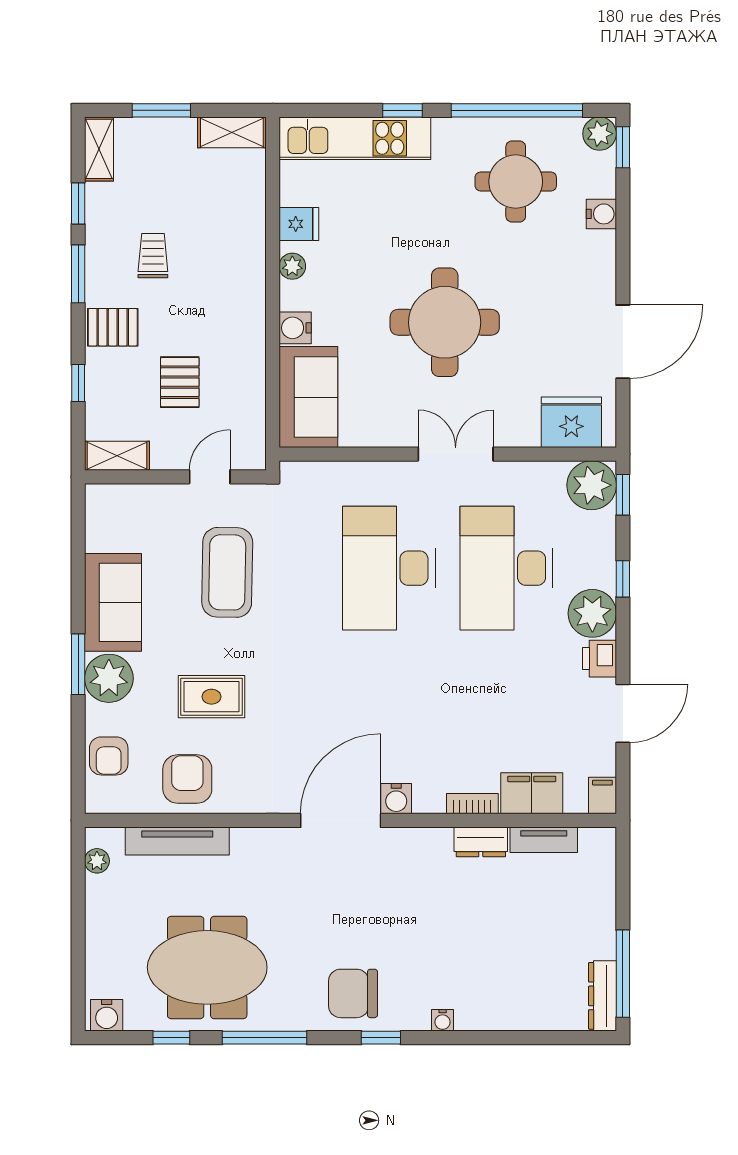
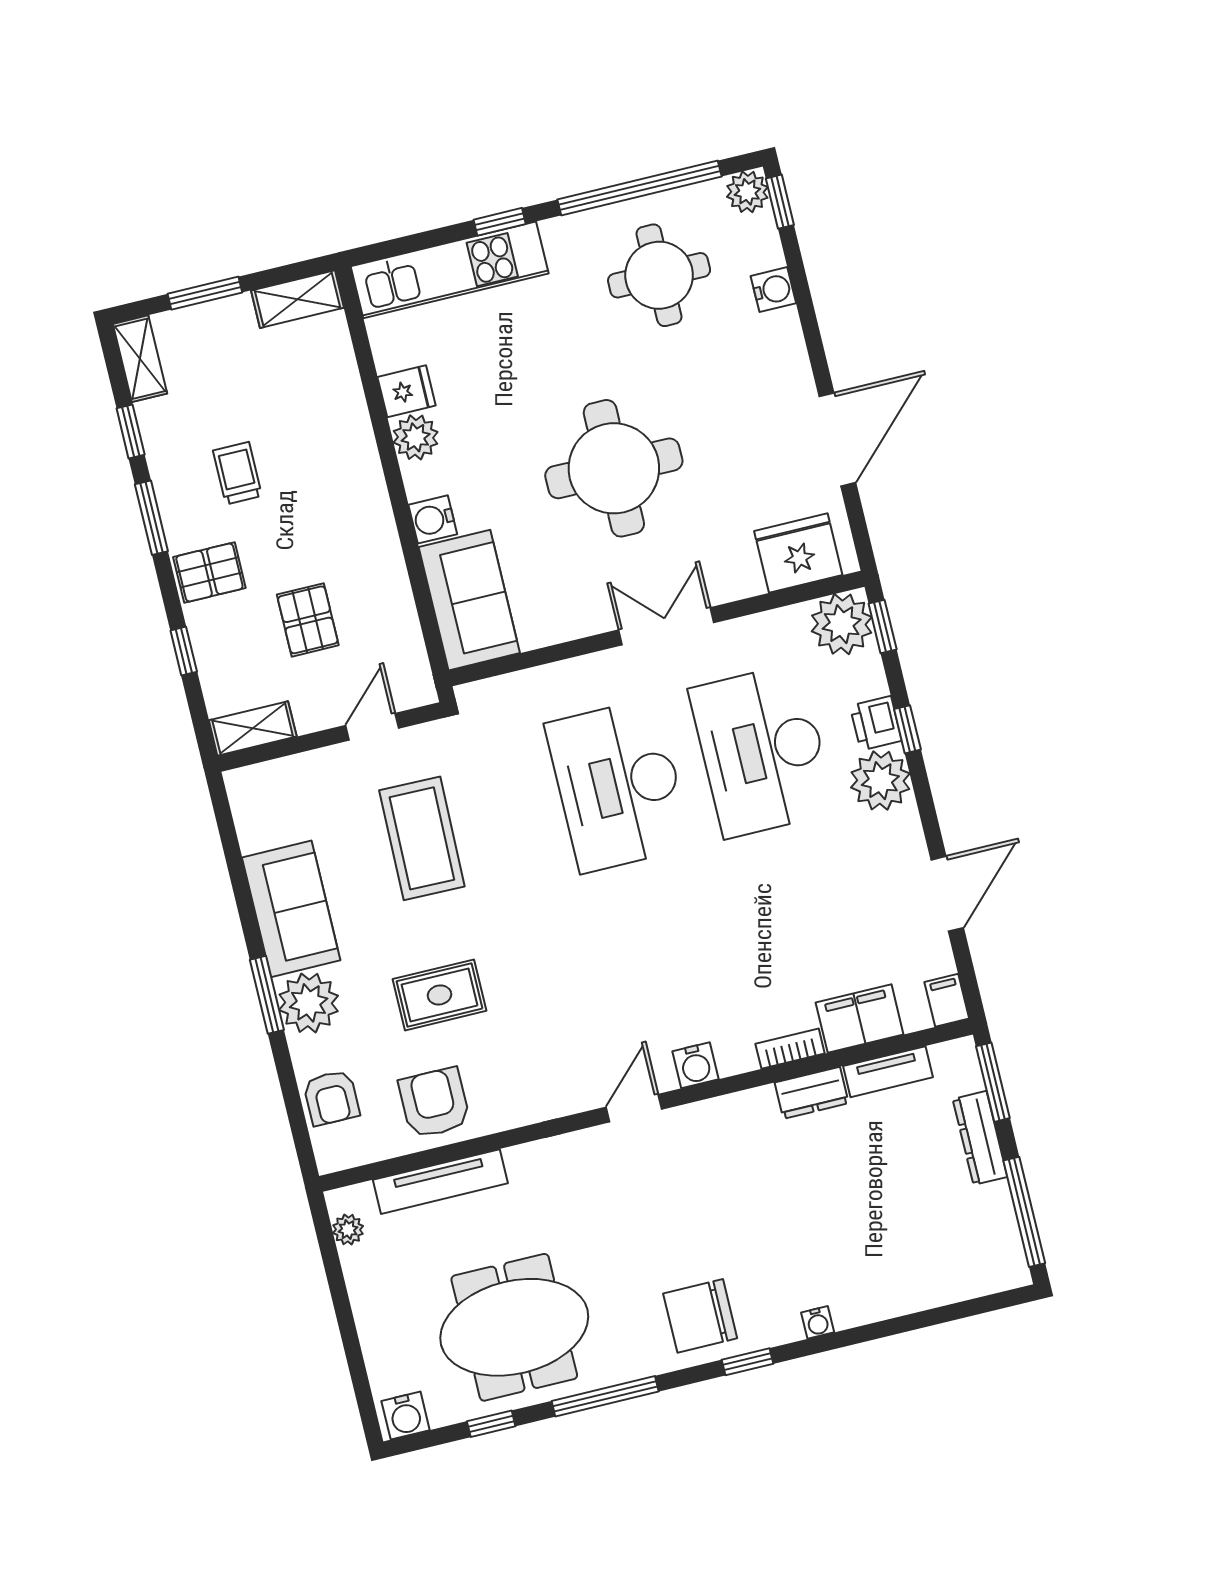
plant: (292, 266) -> (416, 437), width x1.38, depth x1.38
printer: (599, 659) -> (876, 723), moved
door: (341, 820) -> (634, 1108), width x0.53
window: (623, 868) -> (993, 1082), added
dresser: (602, 996) -> (980, 1138), moved

